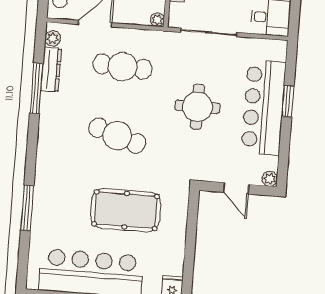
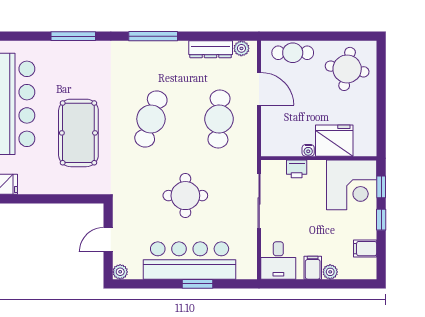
plant: (157, 20) -> (268, 150), removed
window: (36, 88) -> (153, 36), moved

